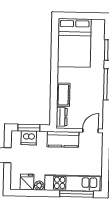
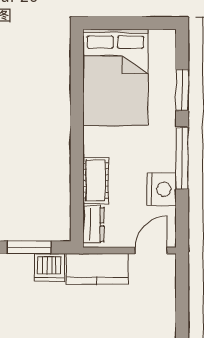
nightstand: (96, 100) -> (161, 189), added
dishwasher: (29, 138) -> (49, 267), moved

